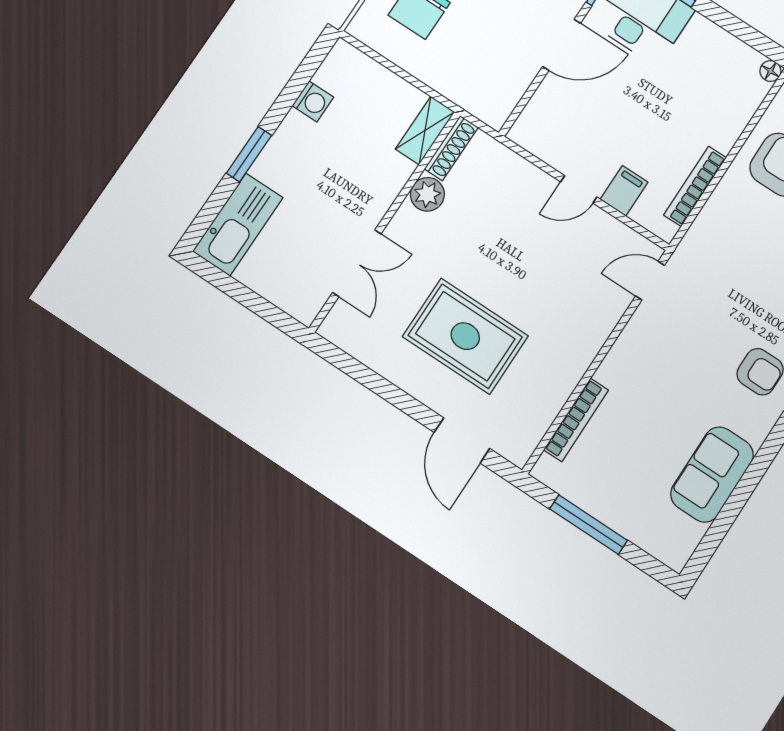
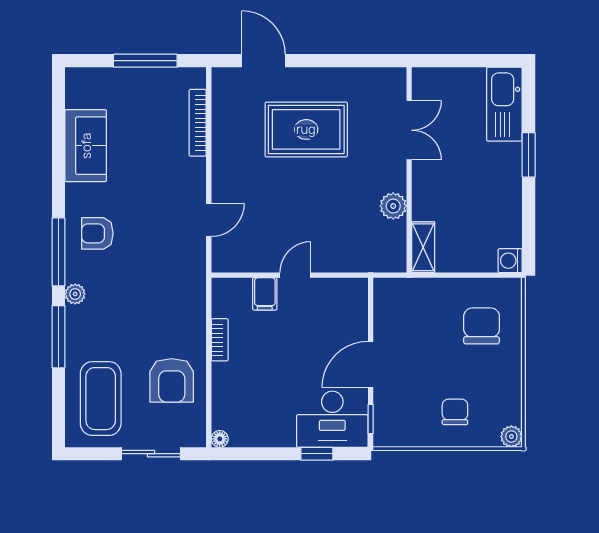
washing machine: (313, 101) -> (510, 261), moved
shoe rack: (451, 148) -> (398, 247), removed
bookcase: (695, 186) -> (220, 340), width x0.64
double door: (357, 263) -> (409, 130), swing flipped
door: (650, 281) -> (209, 220), moved

